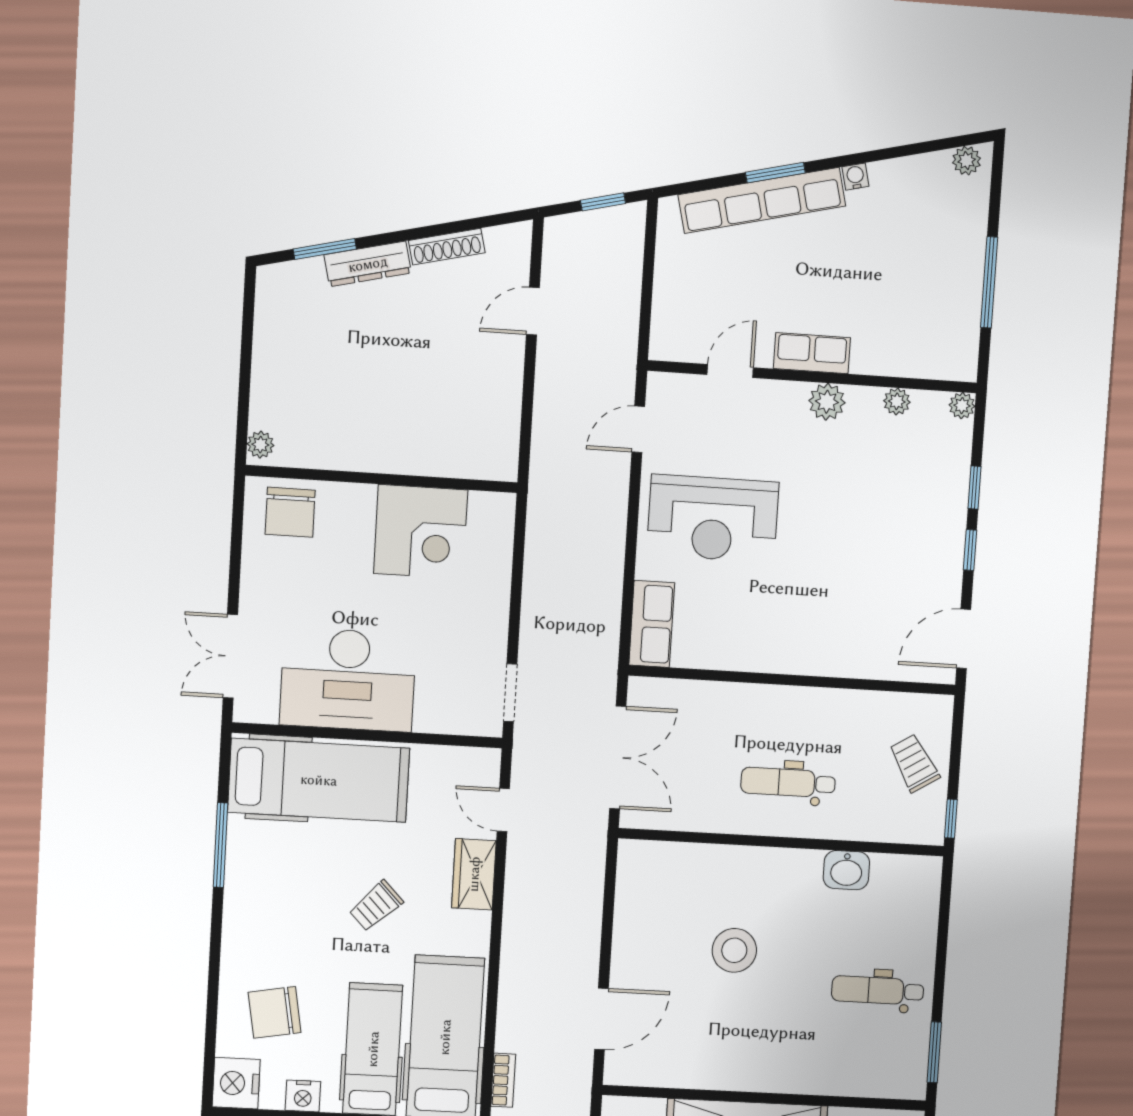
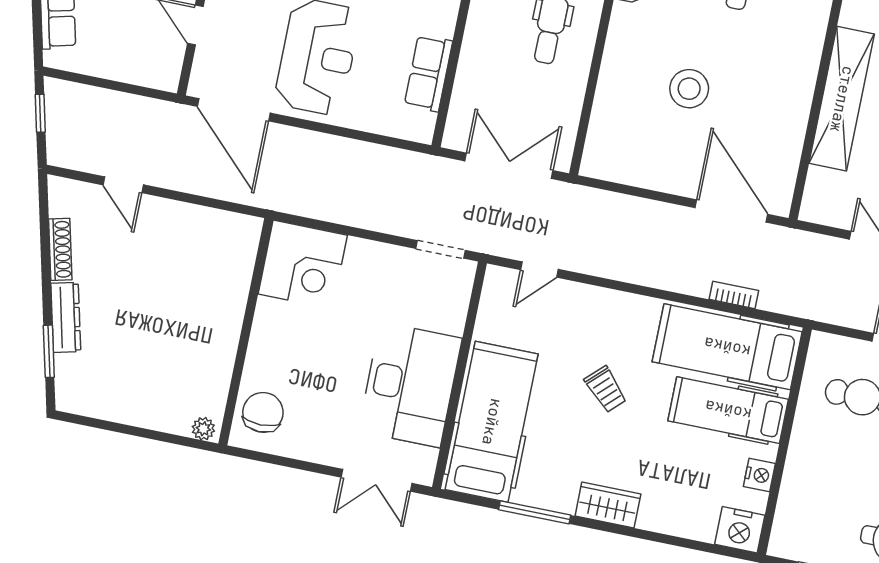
door: (638, 429) -> (234, 110), width x1.87
chair: (290, 512) -> (263, 412), turned -90
corner desk: (421, 532) -> (303, 265), moved, turned 90
row of seats: (652, 624) -> (428, 73), moved, turned -90
wardrobe: (474, 874) -> (608, 505), moved, turned 180
chair: (275, 1012) -> (684, 488), removed
door: (601, 1019) -> (731, 211), width x1.36
bookcase: (503, 1080) -> (734, 295), moved

